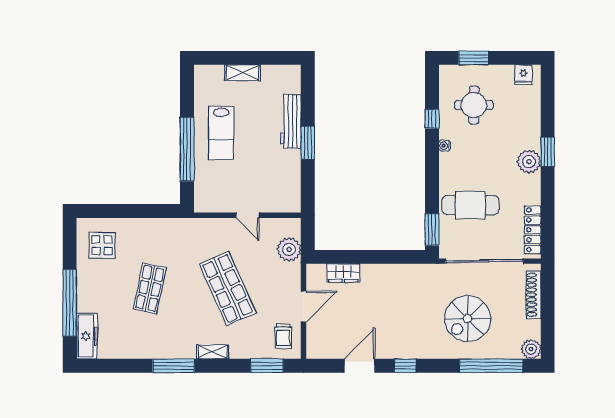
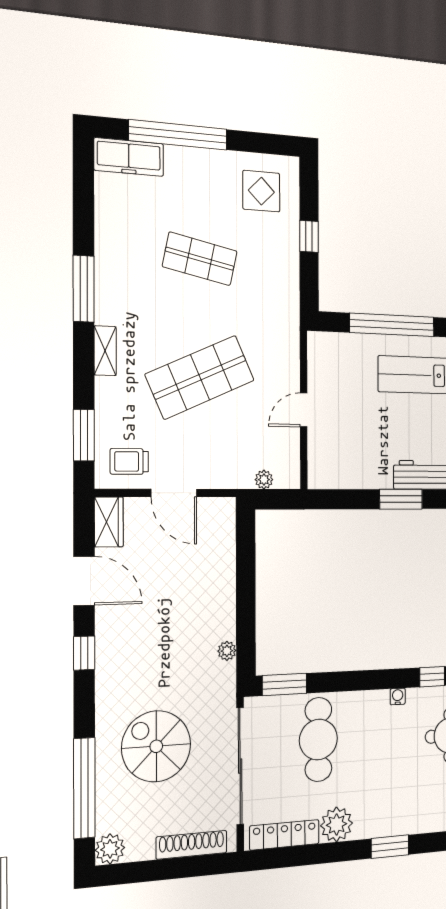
plant: (529, 162) -> (337, 824), moved
window: (130, 211) -> (309, 236), added
plant: (289, 249) -> (264, 480), width x0.53, depth x0.53
plant: (408, 270) -> (227, 651), added
wardrobe: (343, 273) -> (109, 522), moved, turned 180

